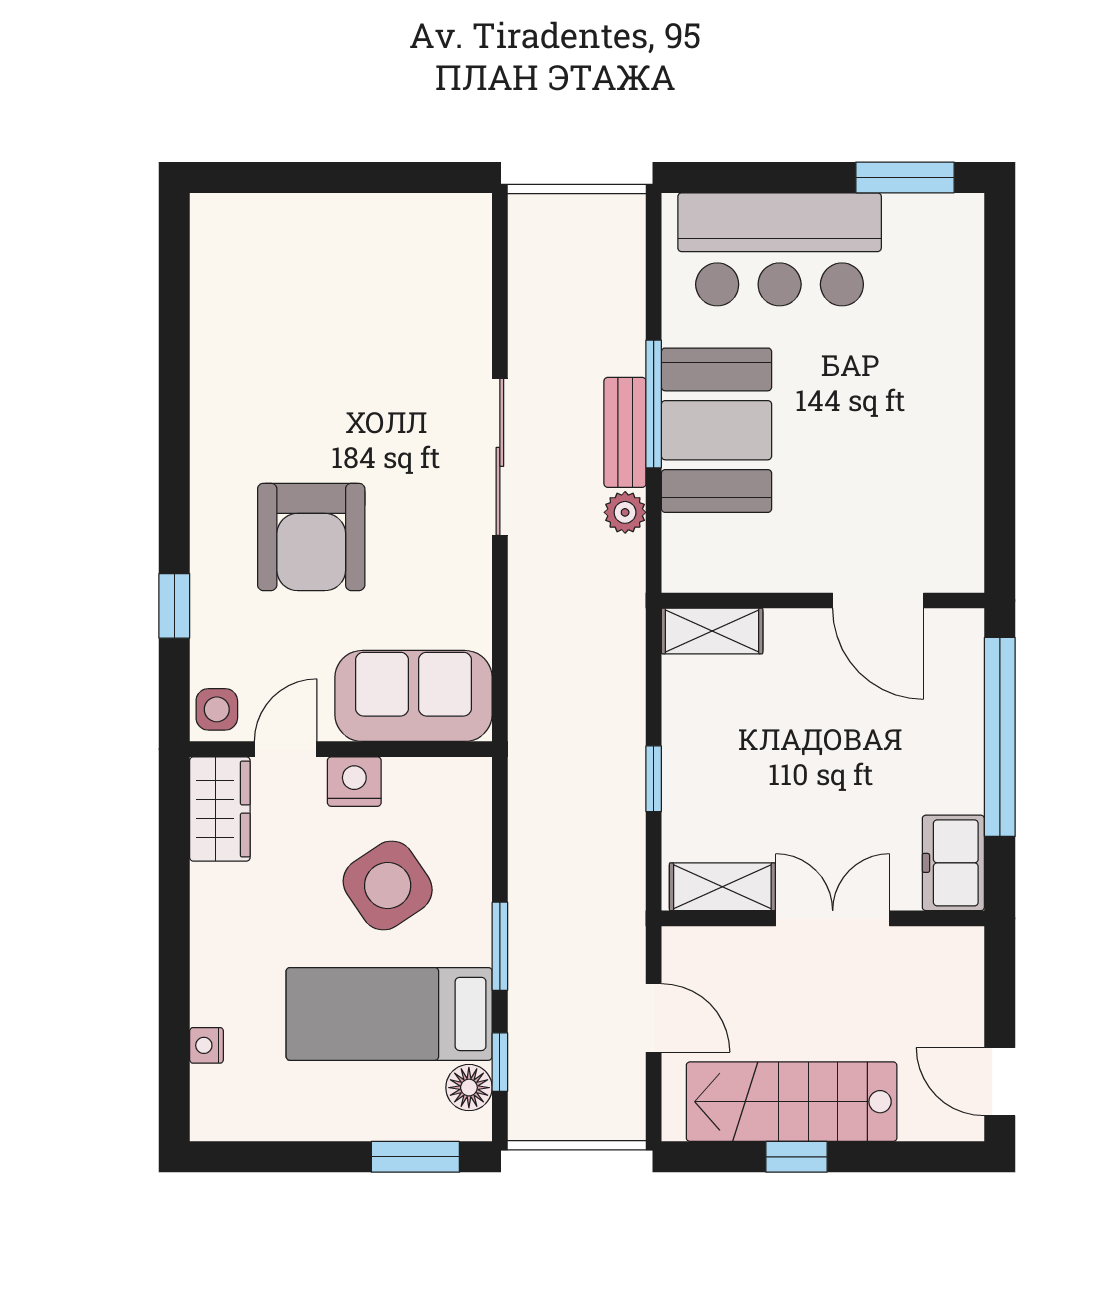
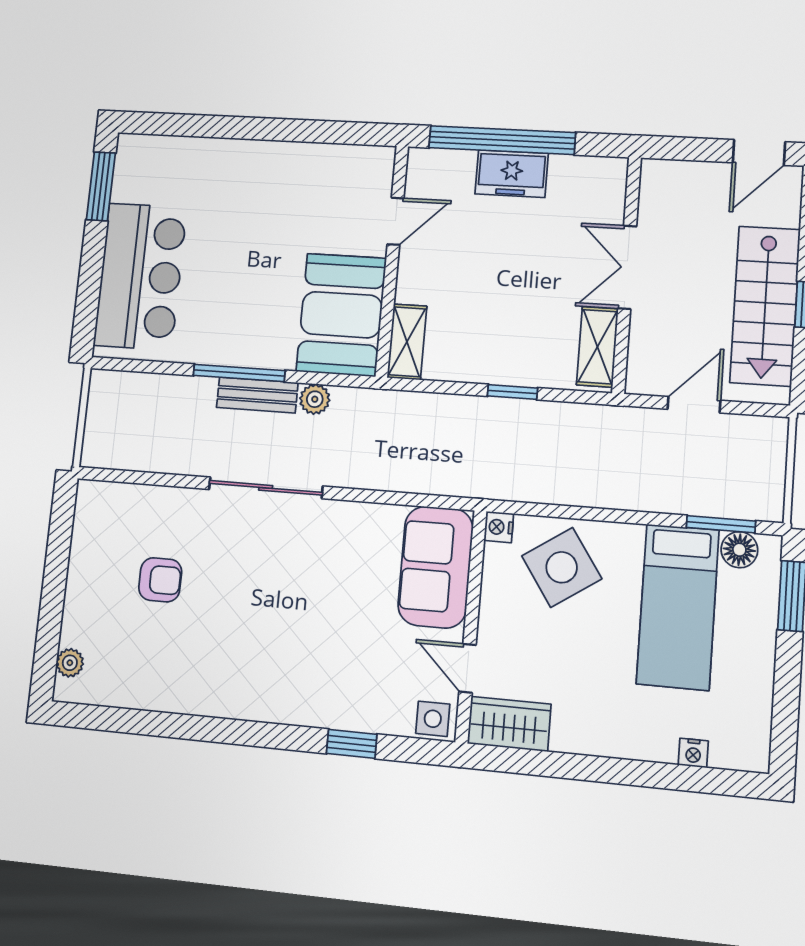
plant: (243, 212) -> (70, 663), added
booth: (716, 430) -> (341, 315), moved, turned 90
armchair: (311, 537) -> (160, 580), moved, width x0.53, depth x0.53
door: (878, 600) -> (395, 221), width x0.73
nightstand: (354, 782) -> (499, 527), moved, width x0.72, depth x0.74
freezer: (953, 863) -> (512, 174), moved
side table: (388, 885) -> (562, 567), moved
window: (500, 946) -> (631, 517), removed
window: (500, 1062) -> (721, 524), width x1.50

